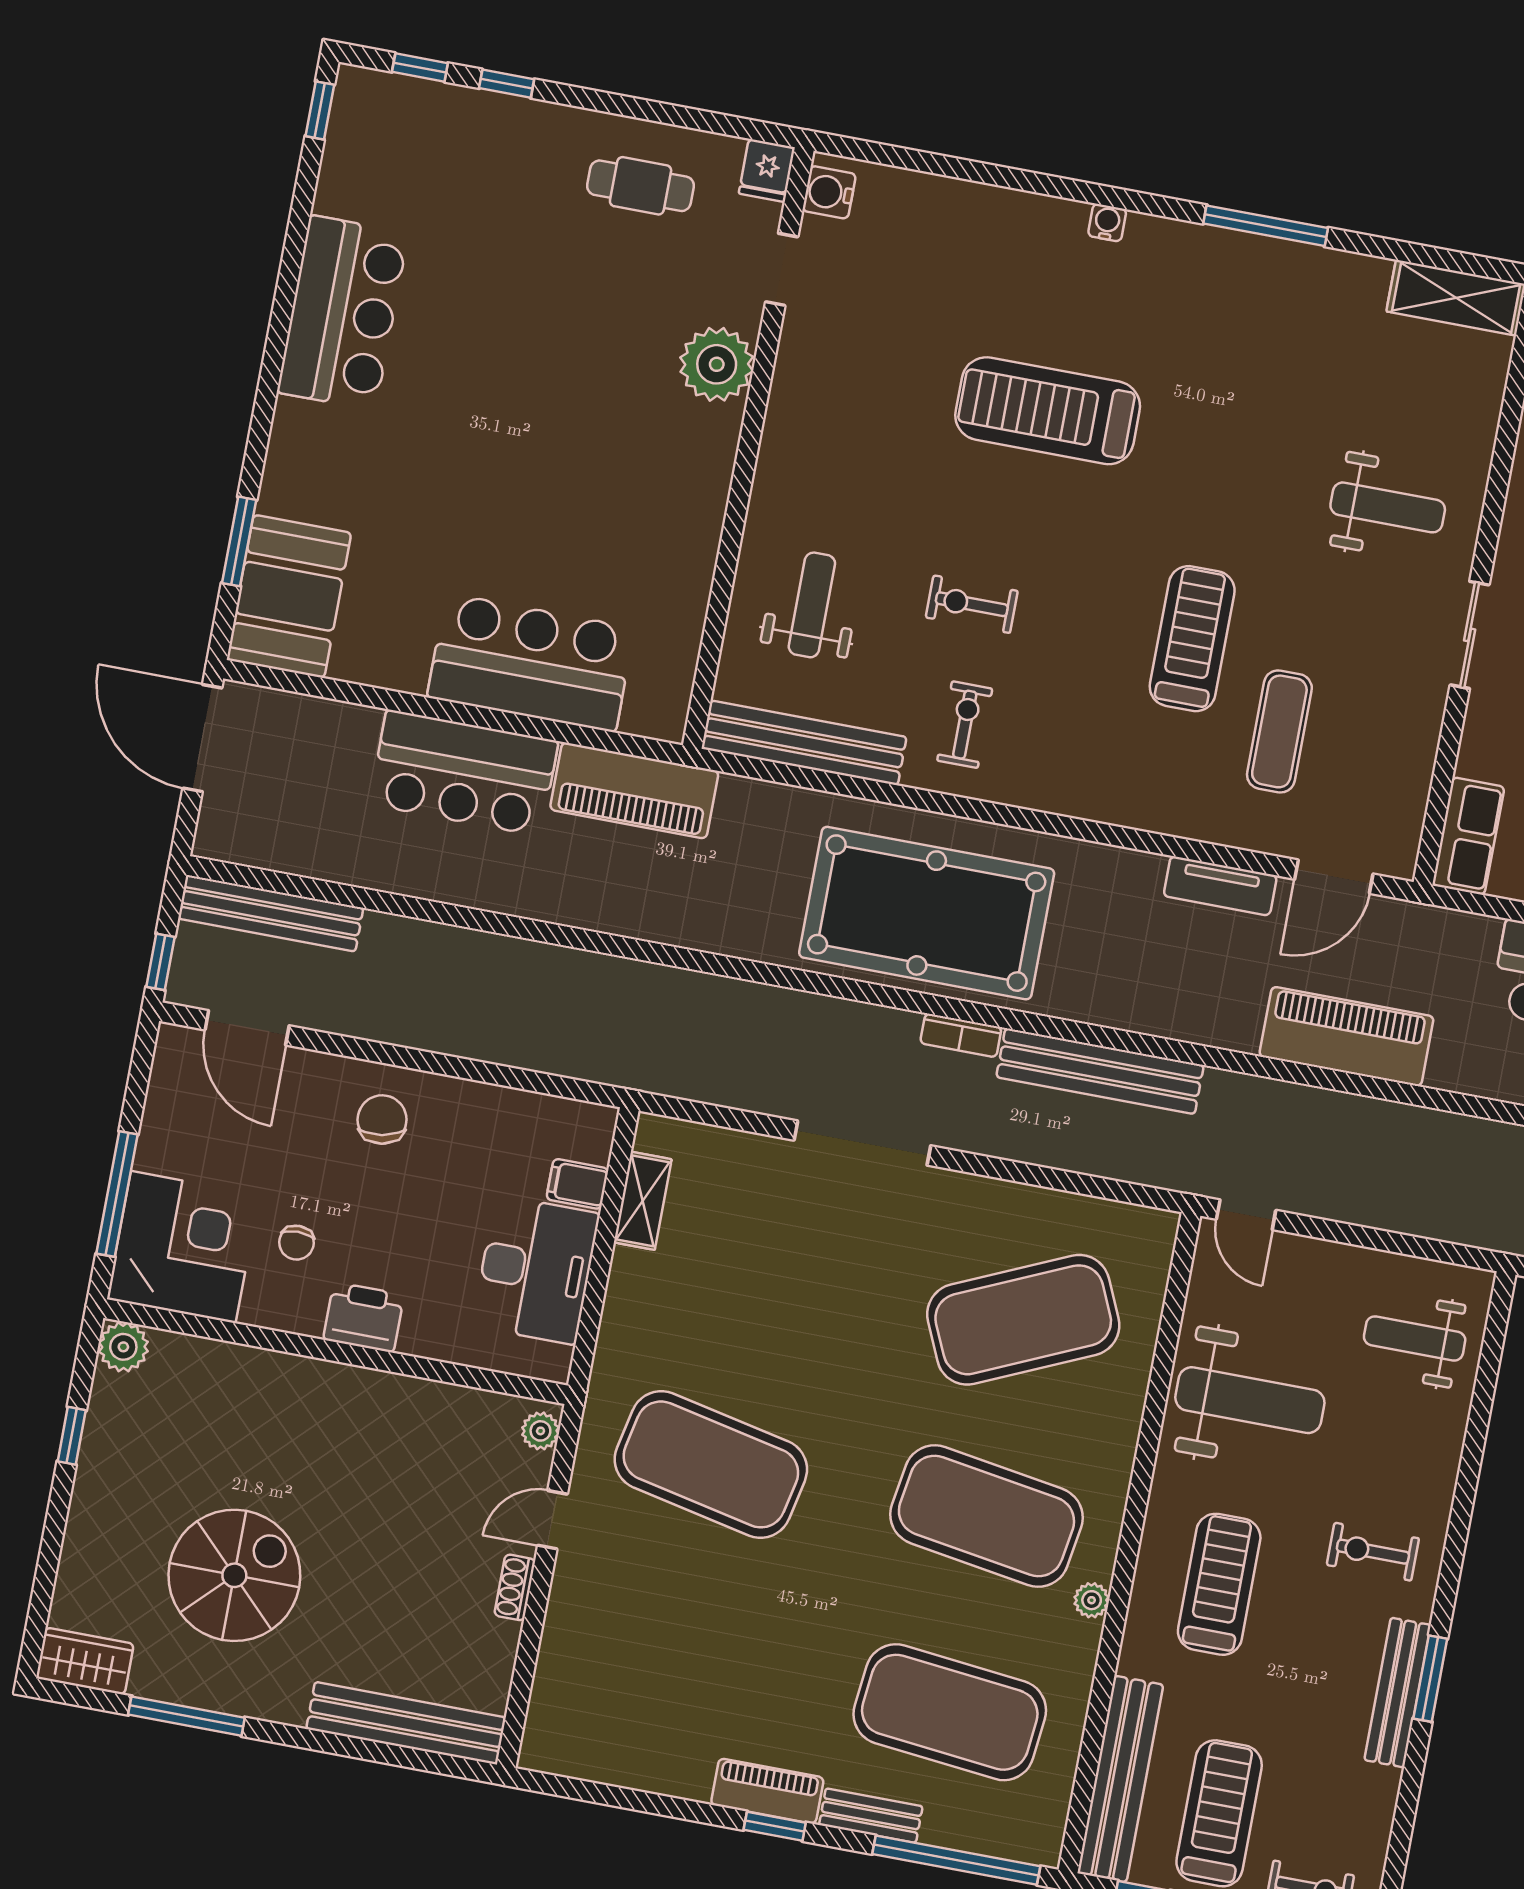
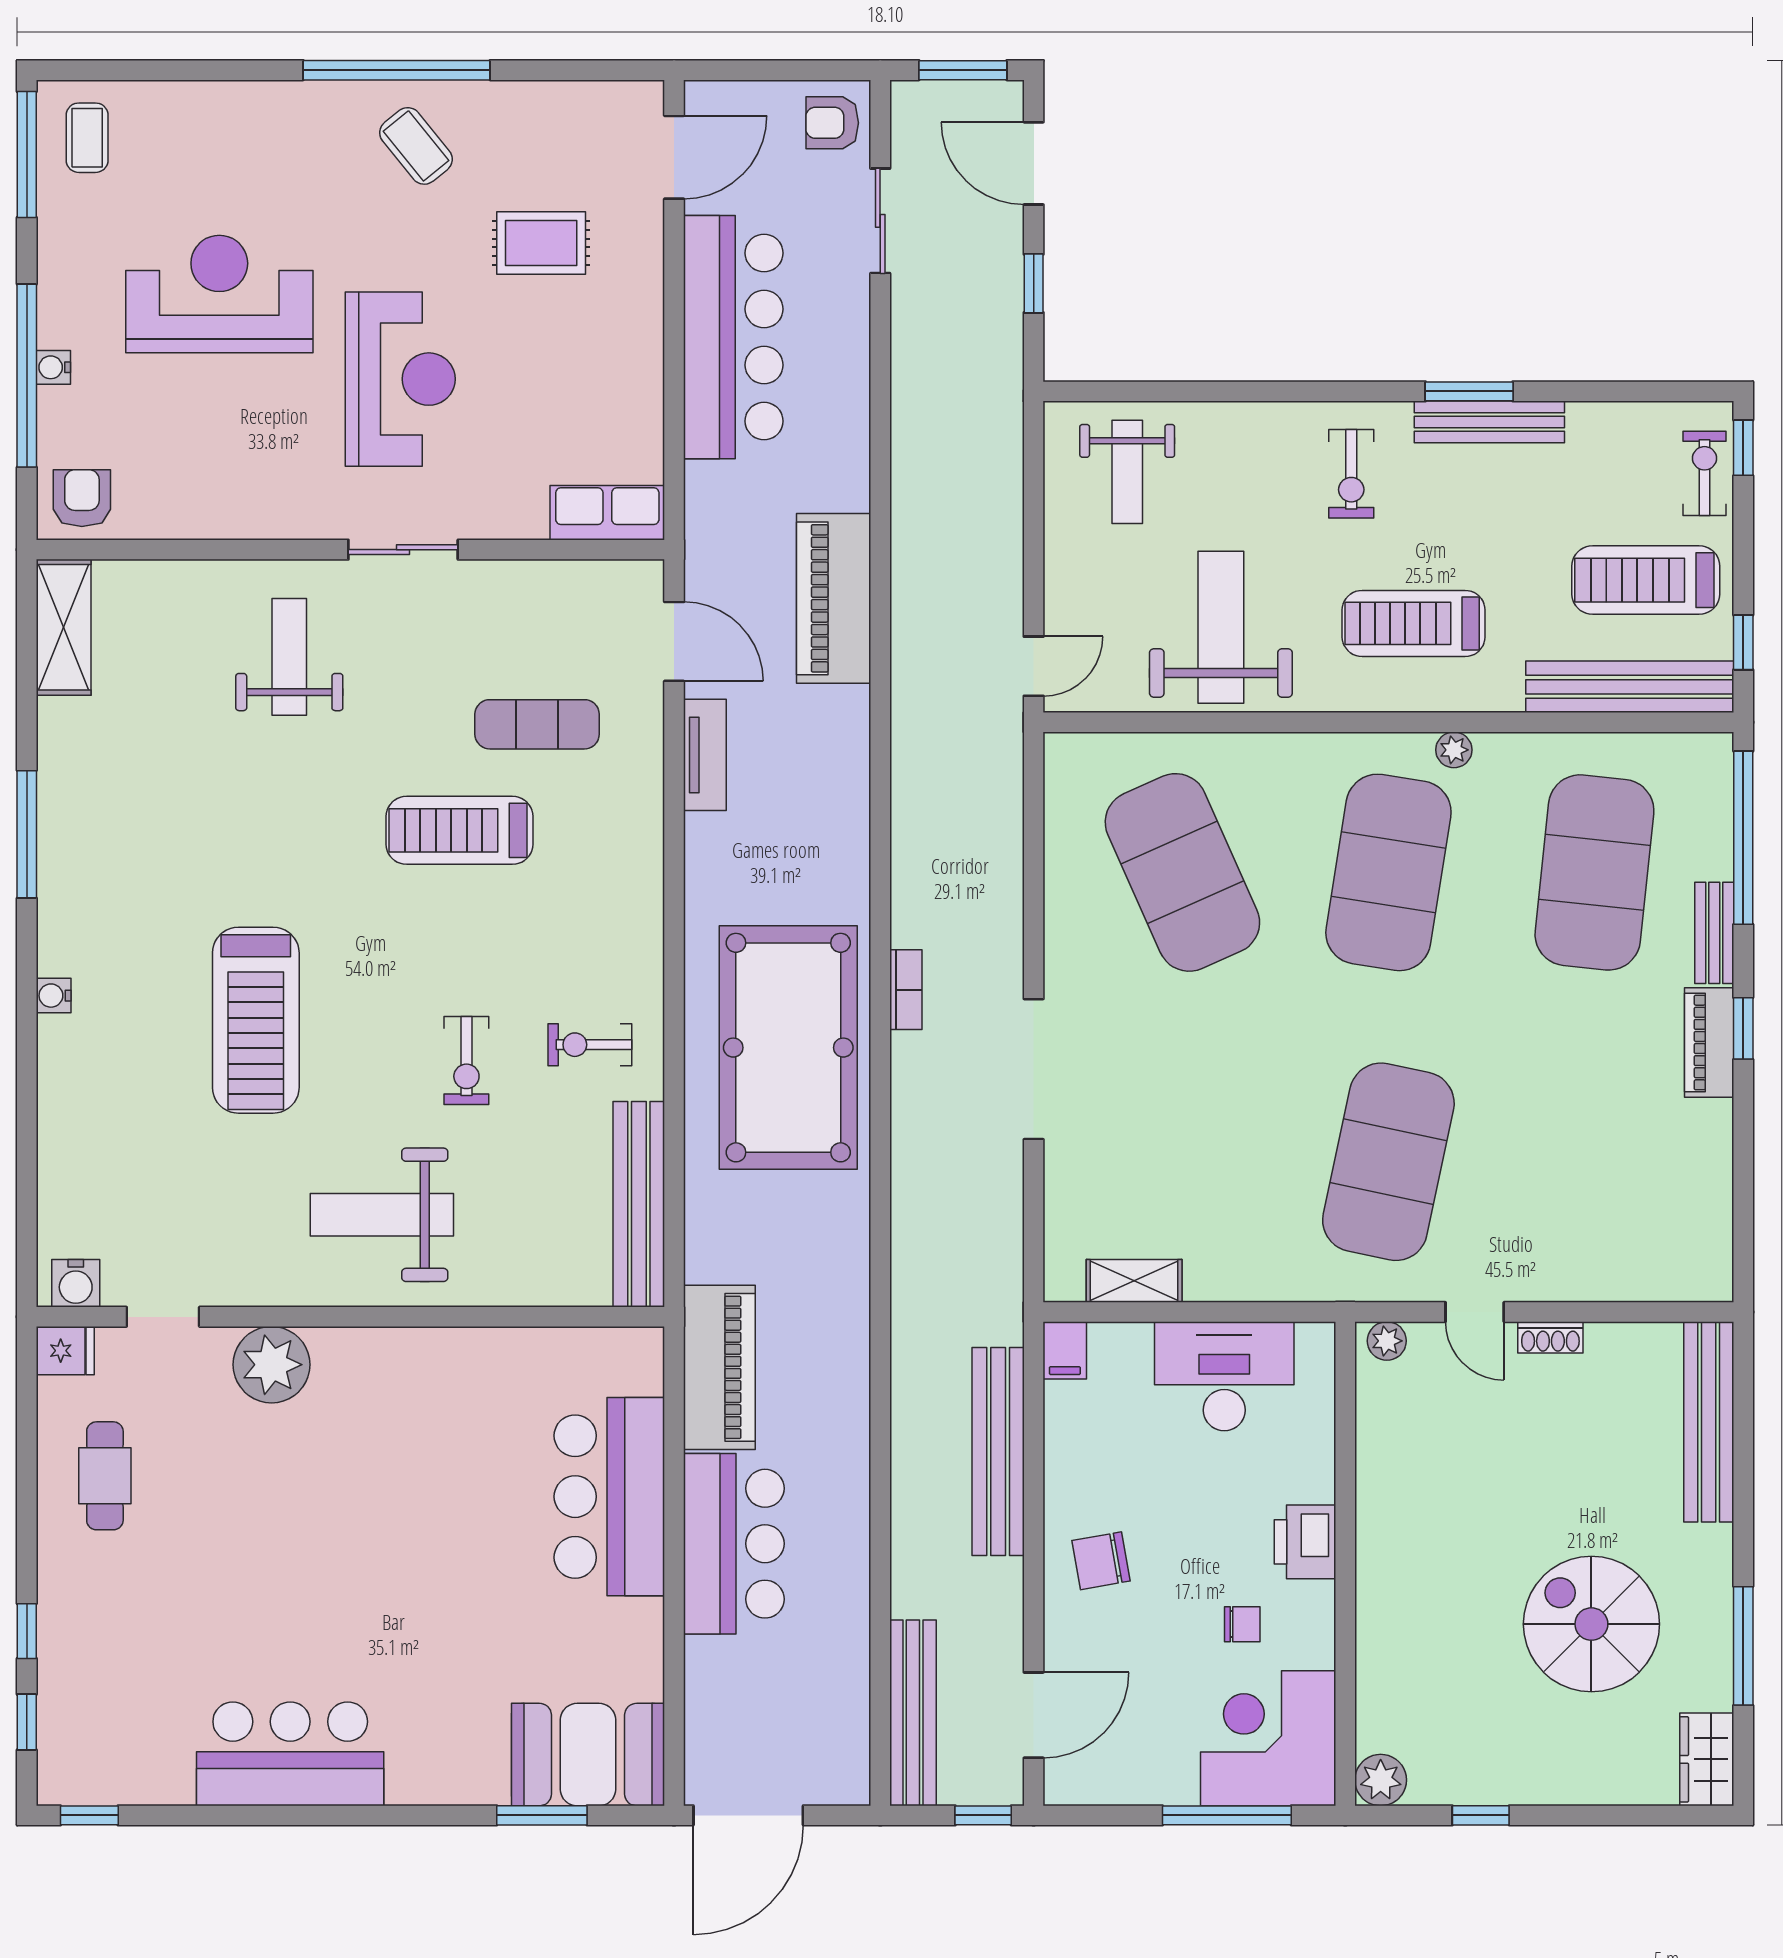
weight bench: (812, 605) -> (382, 1215), moved, width x1.36, depth x1.33
bench: (1100, 1071) -> (998, 1452), moved
filing cabinet: (577, 1184) -> (1065, 1350), moved

